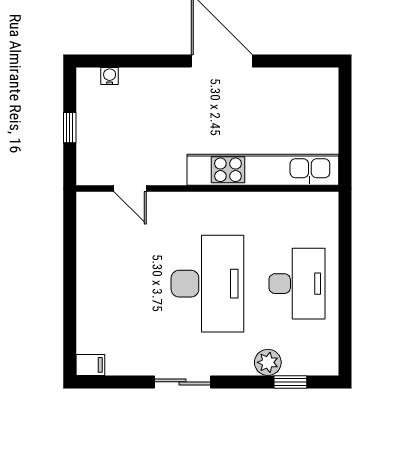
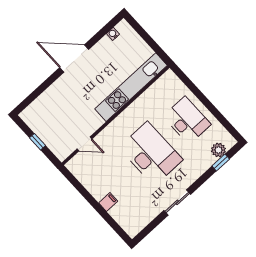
water cooler: (110, 76) -> (113, 34), moved
plant: (268, 362) -> (218, 150), moved
filing cabinet: (90, 365) -> (108, 202), moved

